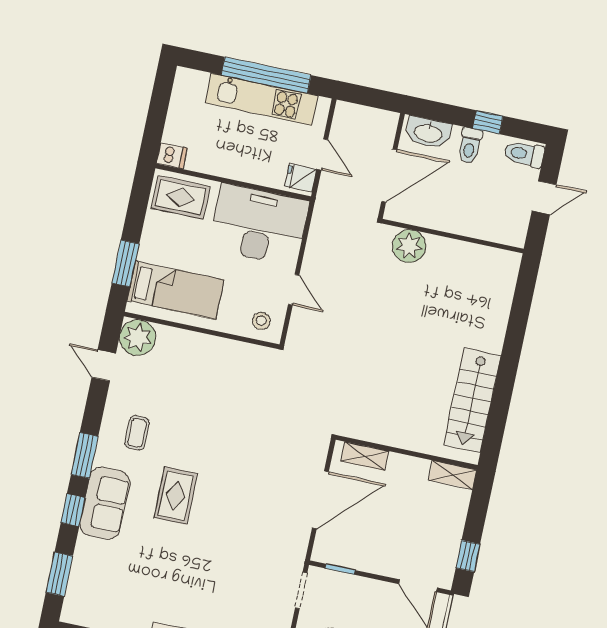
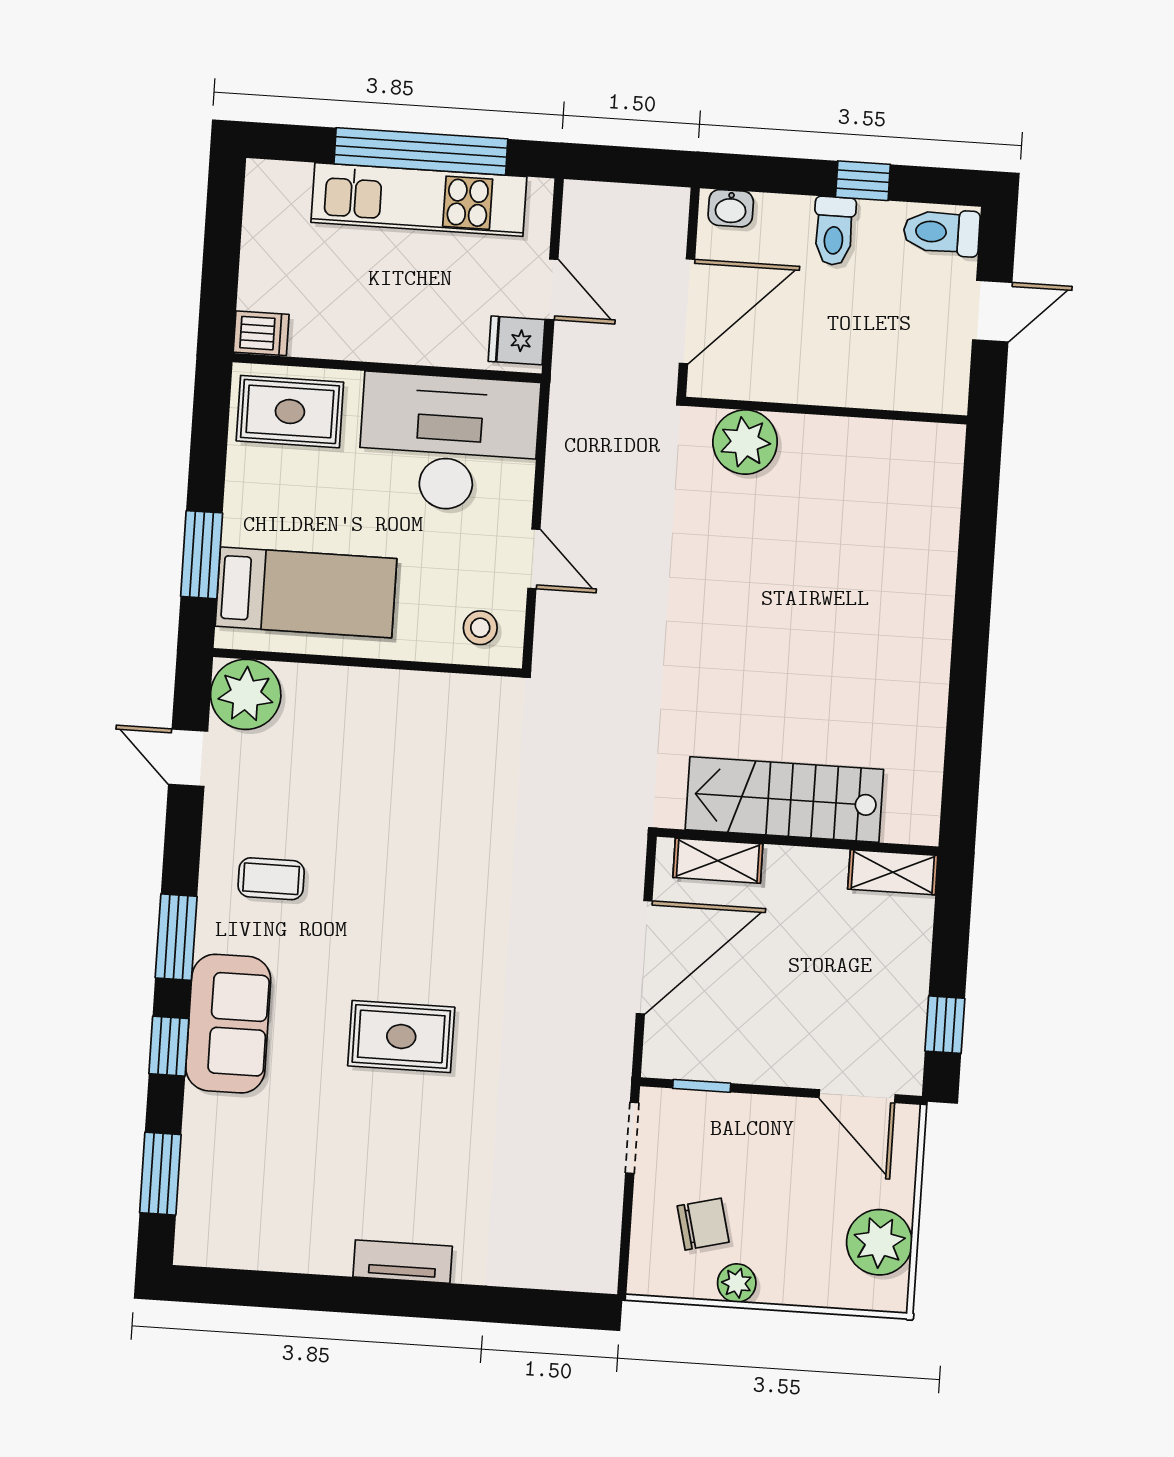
washbasin: (428, 133) -> (731, 208), width x0.52, depth x0.69
stairs: (472, 400) -> (784, 799), moved, turned 90
coffee table: (137, 433) -> (271, 879), turned 90
rug: (176, 496) -> (401, 1036), moved, turned 90

